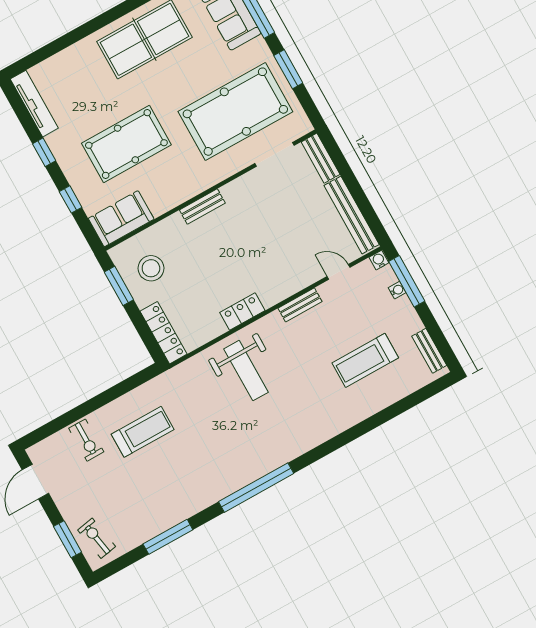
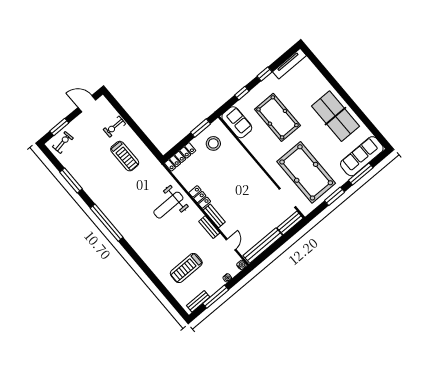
bench: (202, 206) -> (214, 216), moved
window: (407, 281) -> (216, 297), moved
treadmill: (365, 360) -> (186, 268), turned -90

